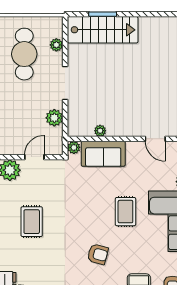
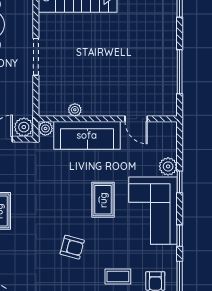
plant: (56, 45) -> (26, 14), removed
plant: (54, 118) -> (24, 127), moved
sofa: (103, 154) -> (87, 135), width x1.36

